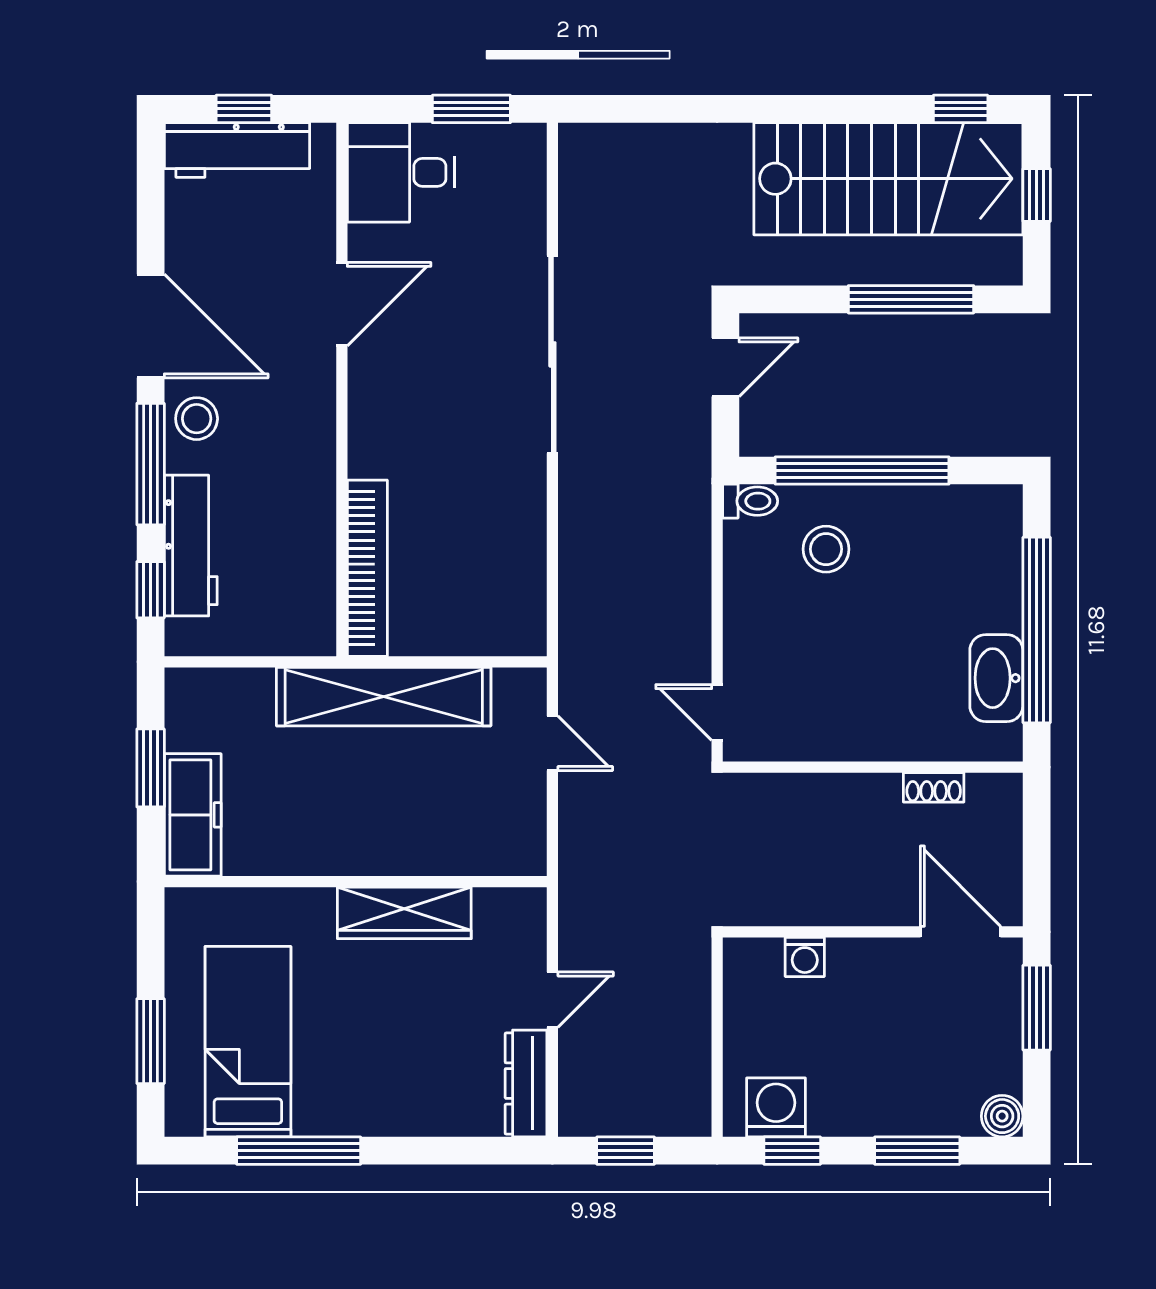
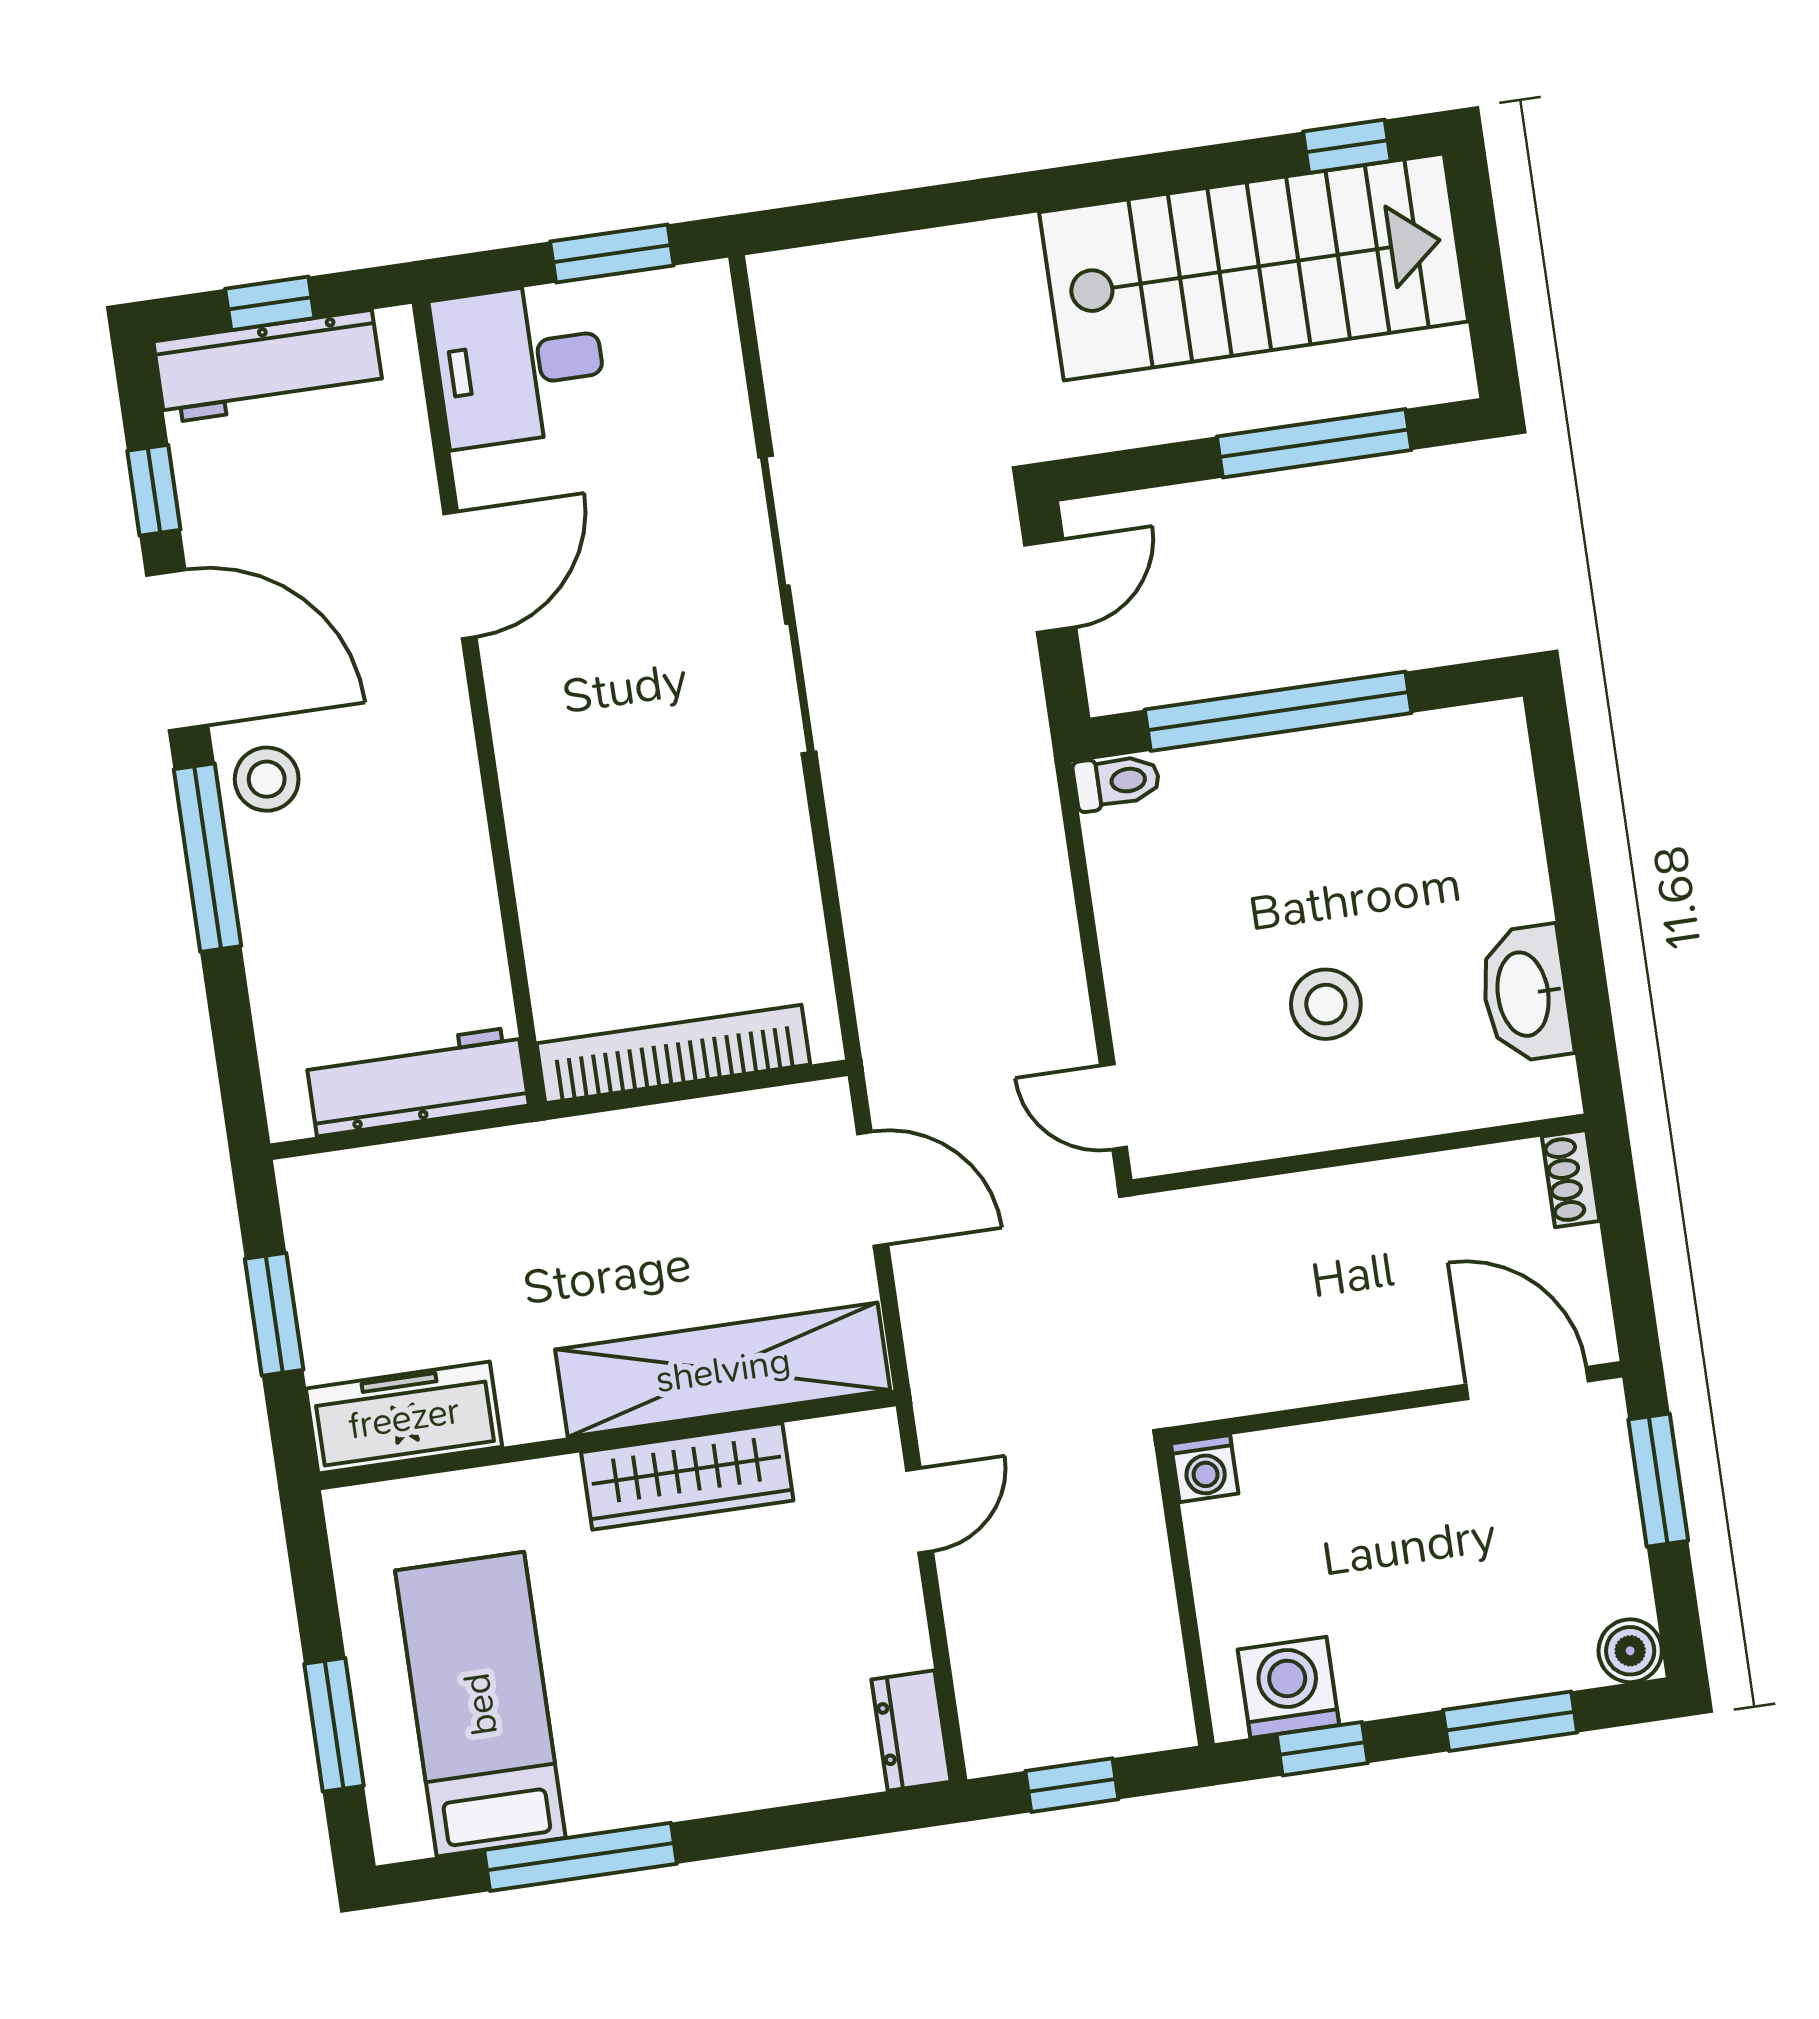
window: (1037, 195) -> (1480, 259), removed
workbench: (191, 546) -> (417, 1081), moved, turned -90
stool: (826, 549) -> (1326, 1004), moved
bookcase: (367, 568) -> (673, 1054), moved, turned -90
window: (151, 590) -> (154, 490), moved
window: (1037, 630) -> (1575, 913), removed
shelving: (384, 697) -> (723, 1370), moved
door: (552, 743) -> (873, 1189), width x1.38
shoe rack: (934, 787) -> (1571, 1179), moved, turned 90
freezer: (193, 815) -> (404, 1418), moved, turned -90
washing machine: (805, 957) -> (1205, 1469), moved
door: (552, 1000) -> (919, 1510), moved
dresser: (526, 1083) -> (911, 1731), width x0.70

